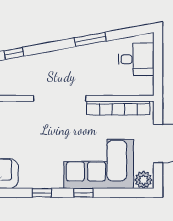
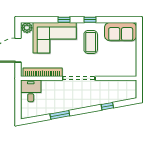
desk: (136, 59) -> (31, 91), moved, turned 90
coffee table: (41, 157) -> (91, 42), added

